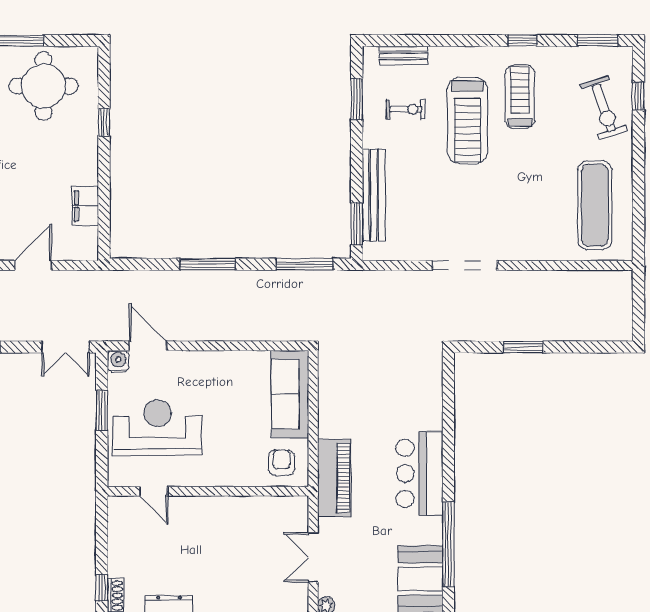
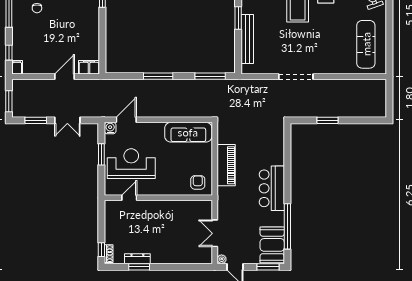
filing cabinet: (85, 206) -> (89, 67), moved, turned 90
window: (357, 224) -> (238, 18), moved
door: (148, 346) -> (126, 120), hinge flipped
double door: (66, 347) -> (67, 120), moved
sofa: (290, 394) -> (188, 132), moved, turned -90
piano: (334, 478) -> (226, 165), moved
door: (154, 491) -> (129, 198), swing flipped

